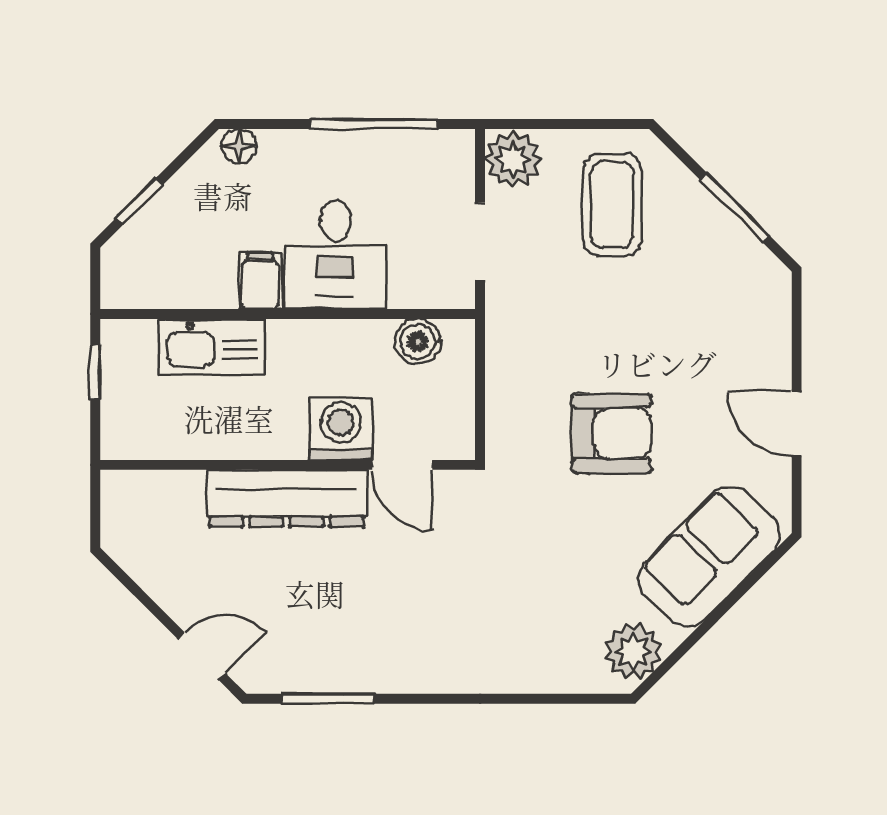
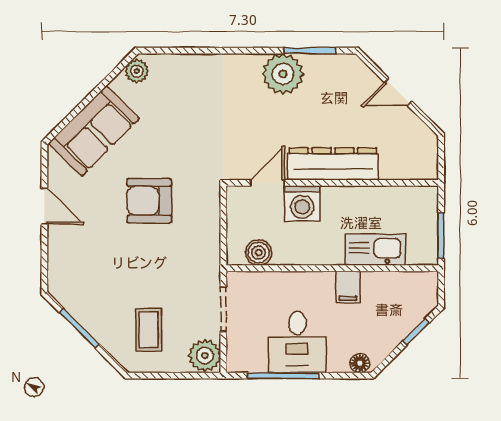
coffee table: (612, 205) -> (149, 330), width x0.73, depth x0.77
desk: (336, 255) -> (297, 342), moved, turned 180
window: (95, 372) -> (441, 236), width x1.50
door: (402, 465) -> (267, 183), hinge flipped
plant: (633, 651) -> (137, 71), width x0.73, depth x0.73
door: (202, 656) -> (398, 92), moved
plant: (375, 657) -> (283, 74), added

